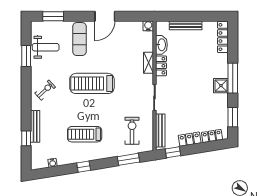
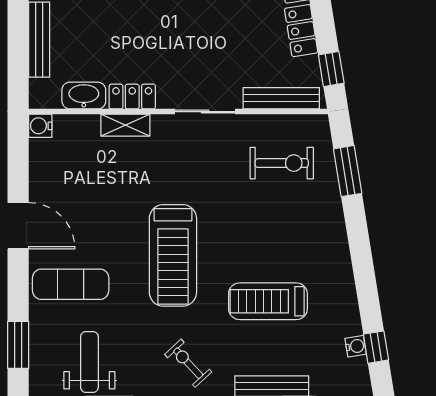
exercise bike: (132, 131) -> (282, 163), turned 180
treadmill: (85, 134) -> (268, 301), moved, turned 90
window: (84, 167) -> (376, 347), moved

